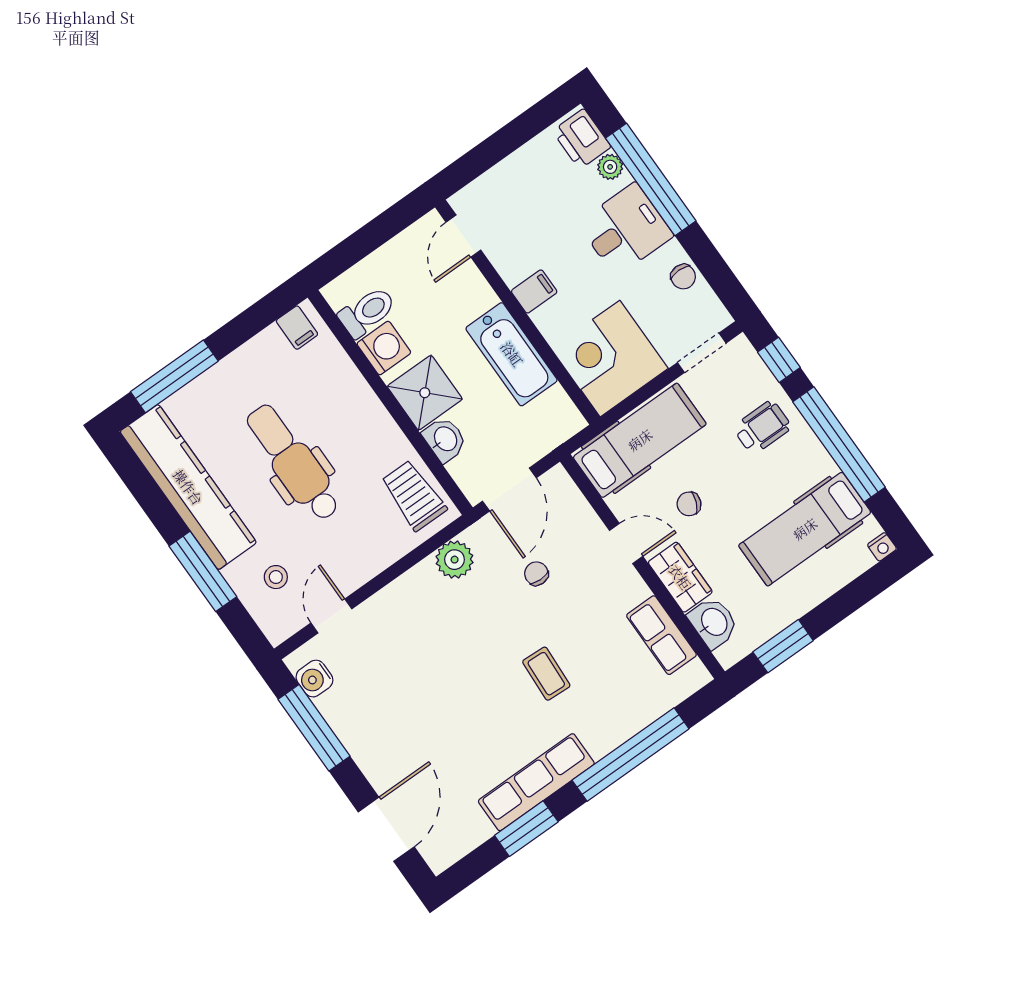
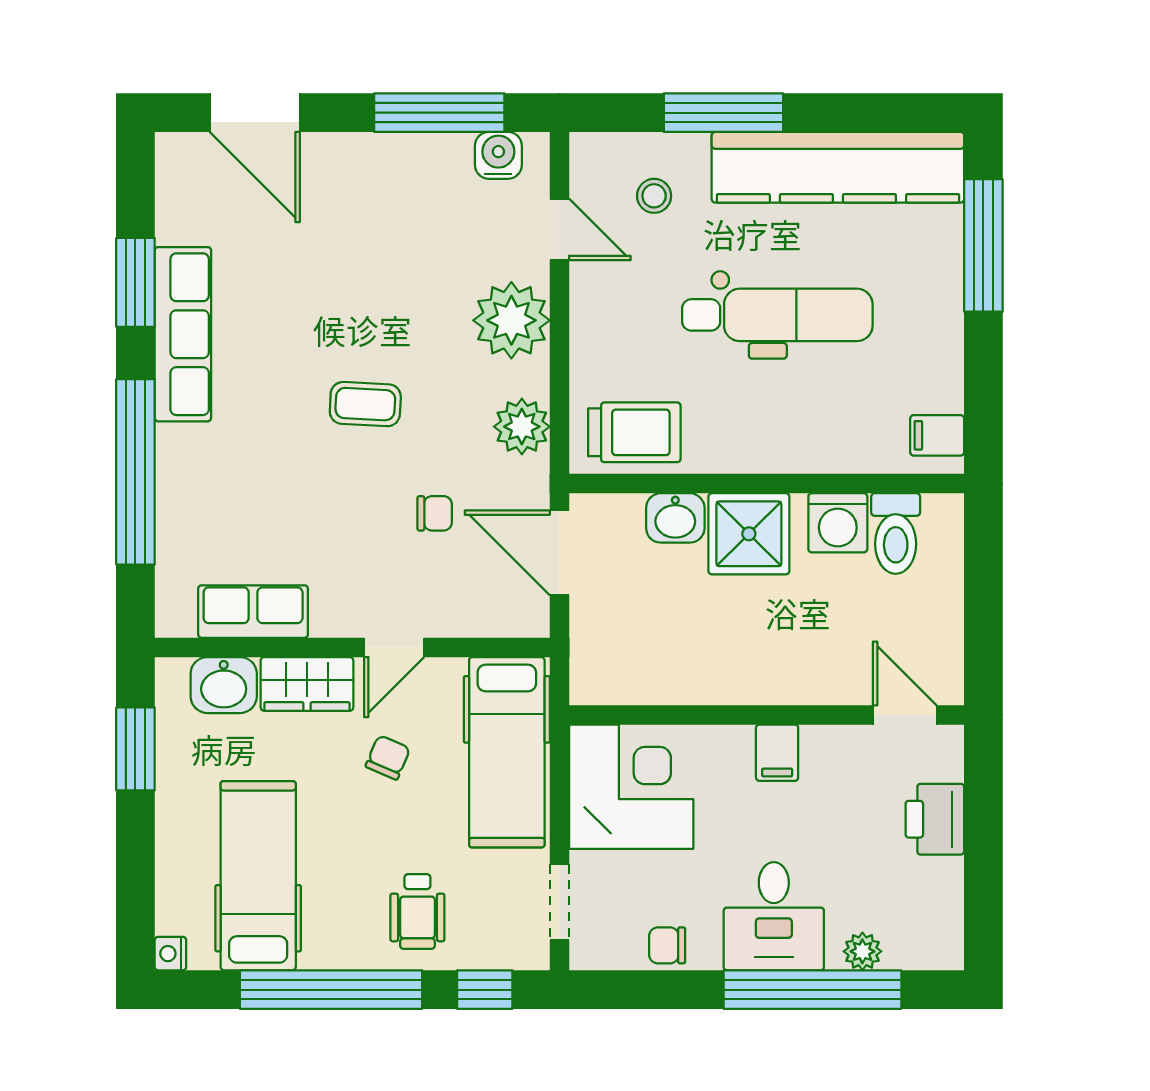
printer: (582, 139) -> (935, 819), moved, turned -90
bathtub: (512, 354) -> (721, 671), removed
plant: (400, 607) -> (511, 320), added
coffee table: (546, 674) -> (365, 404), moved

